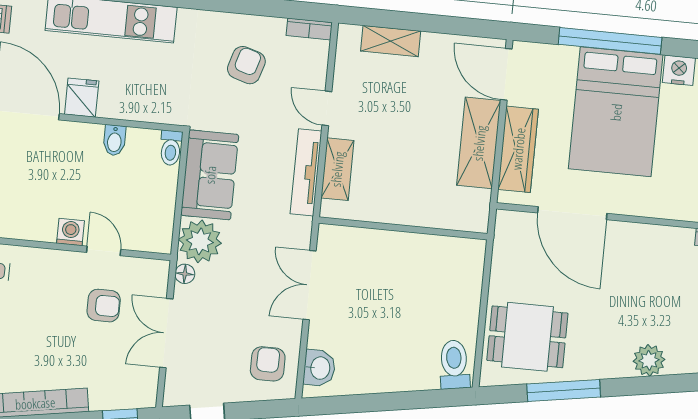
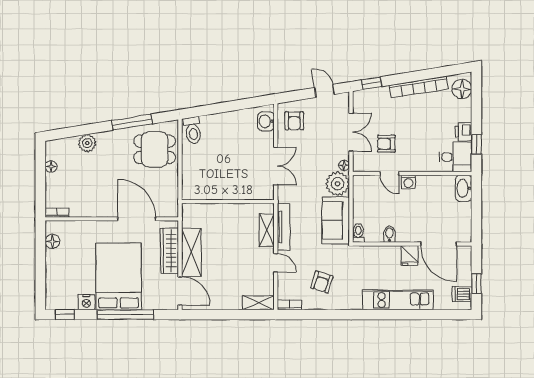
shelving: (391, 41) -> (258, 303), moved

